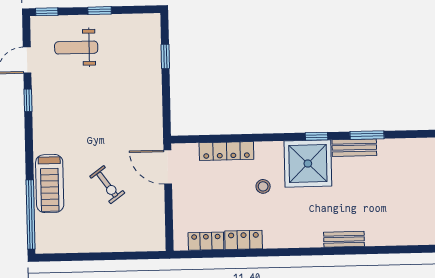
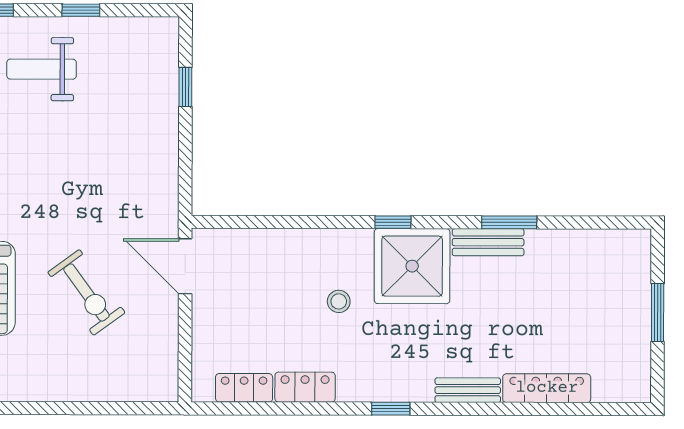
window: (317, 136) -> (393, 222), moved
locker: (226, 151) -> (547, 388), moved, turned 180
exercise bike: (107, 185) -> (86, 292), width x1.38, depth x1.39
window: (297, 252) -> (391, 409), added

